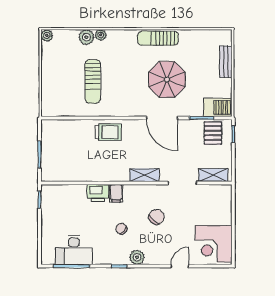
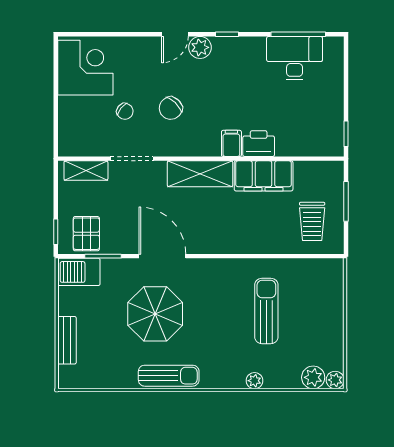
plant: (86, 37) -> (313, 377), moved
trolley: (108, 132) -> (312, 221), moved, turned -90
filing cabinet: (95, 172) -> (264, 176), added
shelving: (144, 175) -> (200, 174), width x1.50, depth x1.33
chair: (121, 229) -> (125, 111), moved
door: (180, 266) -> (175, 34), moved

